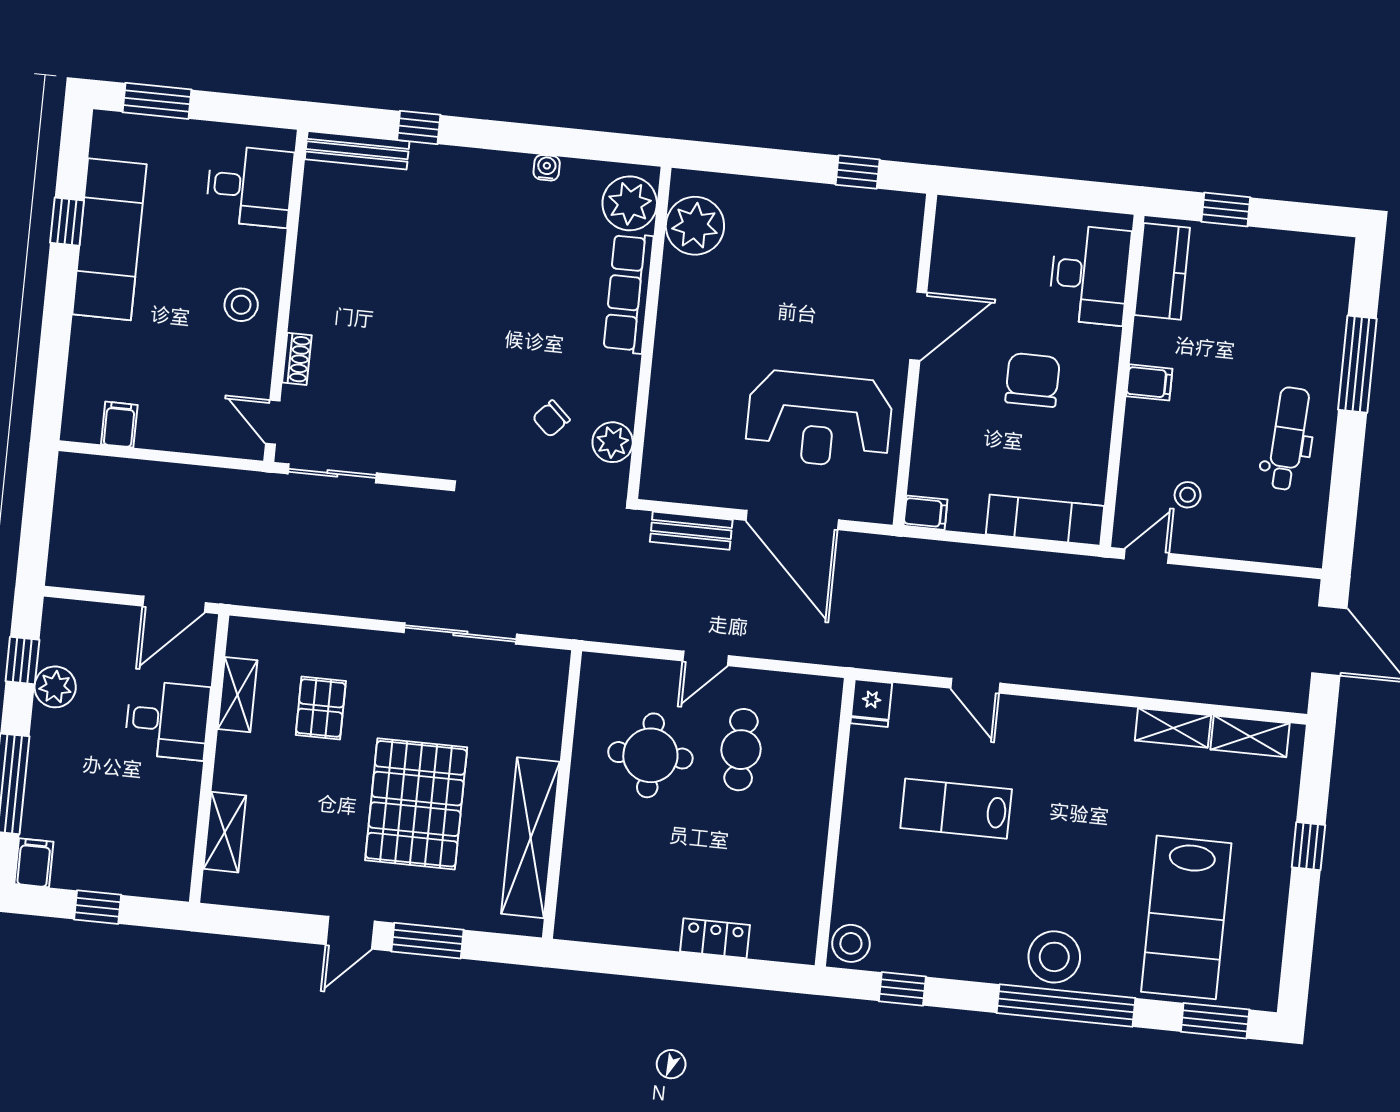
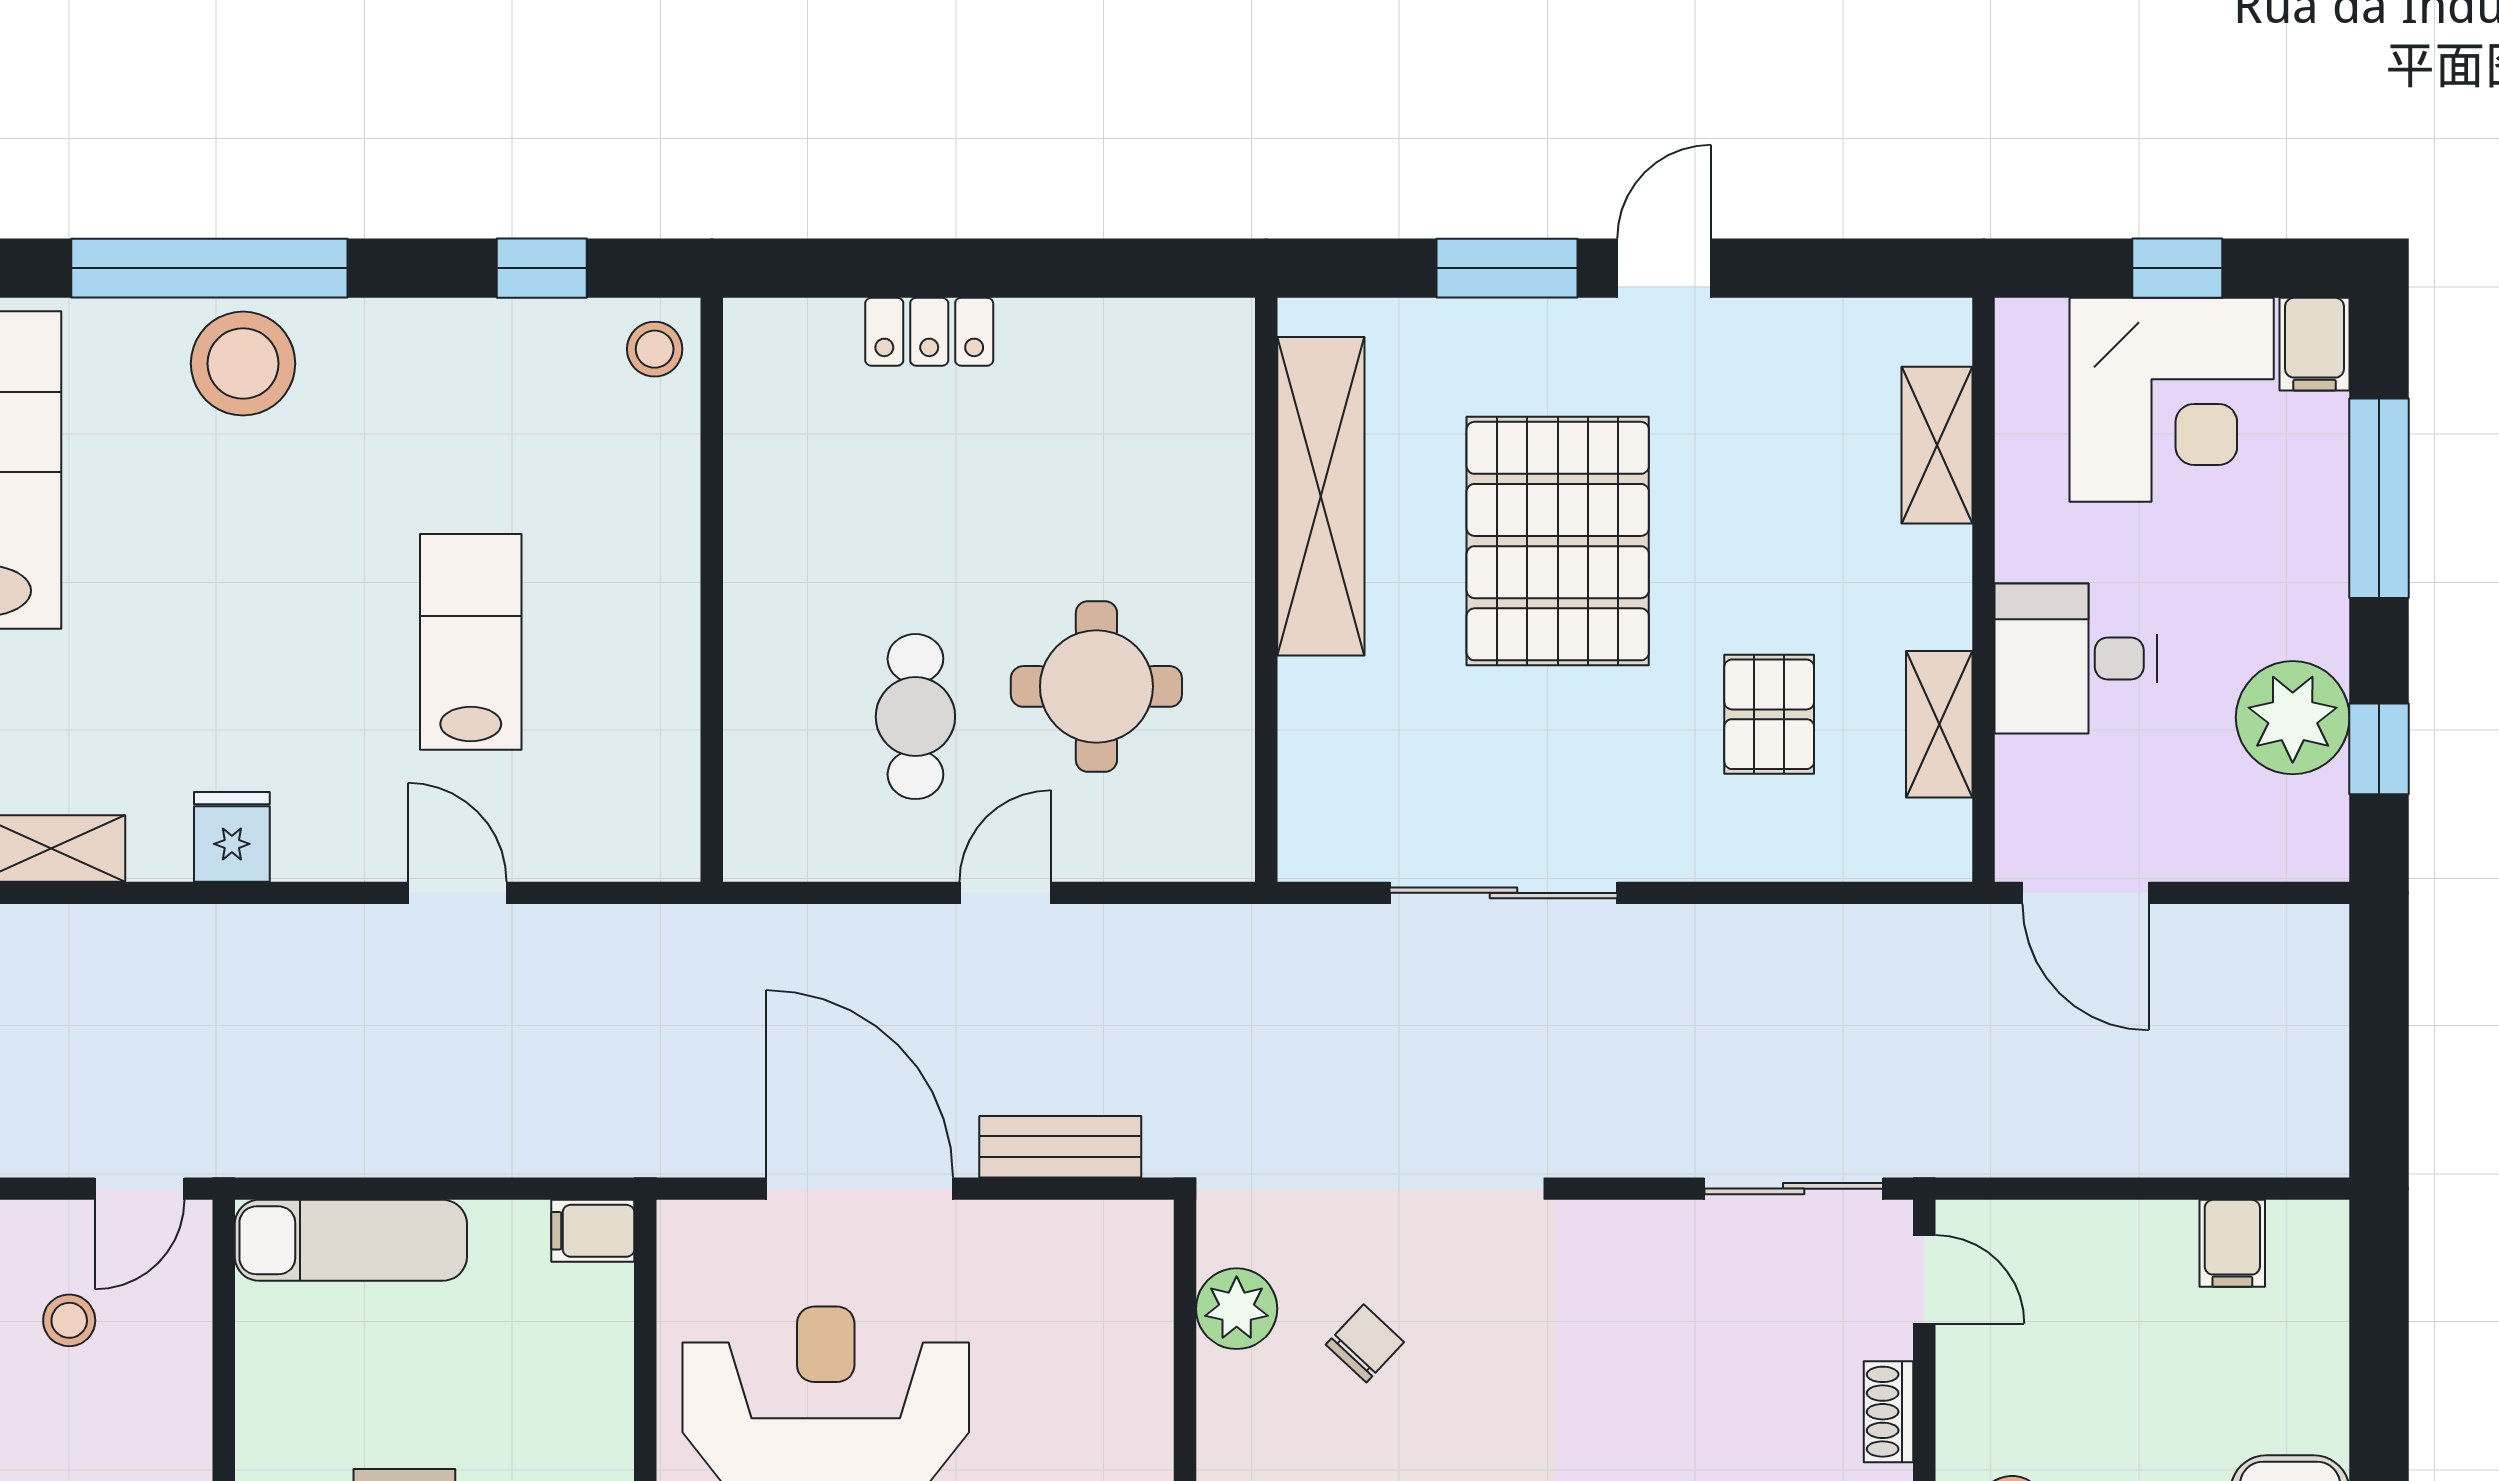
door: (174, 604) -> (2086, 893), swing flipped
plant: (55, 687) -> (2293, 718), width x1.36, depth x1.36
fridge: (871, 703) -> (232, 837), moved
lab bench: (956, 809) -> (471, 642), turned -90
corner desk: (107, 843) -> (2172, 400), added
stool: (851, 943) -> (655, 349), width x0.73, depth x0.73

